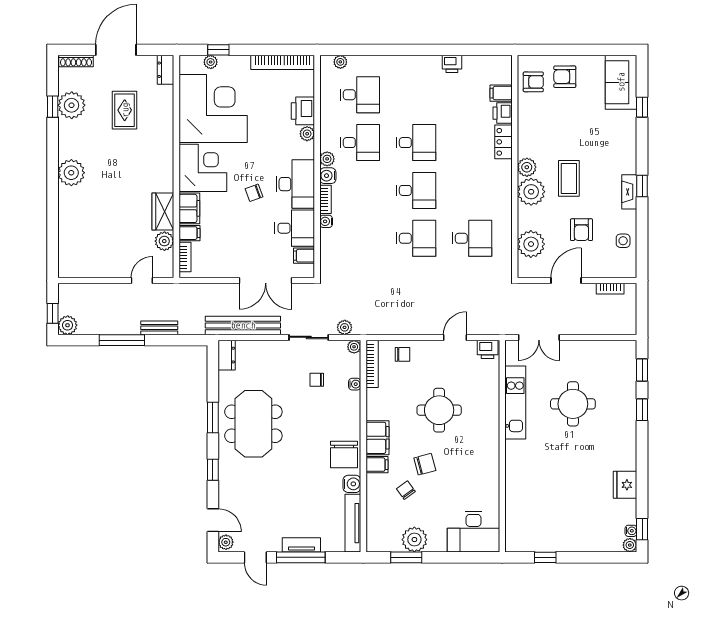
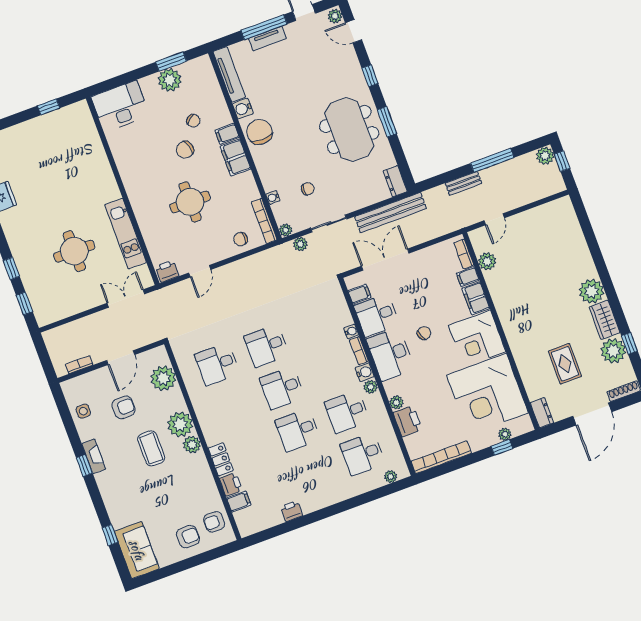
wardrobe: (163, 212) -> (605, 320), moved, turned 180
armchair: (581, 230) -> (124, 407), turned 90

